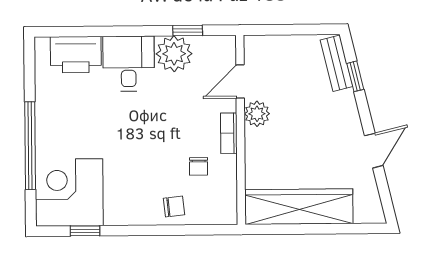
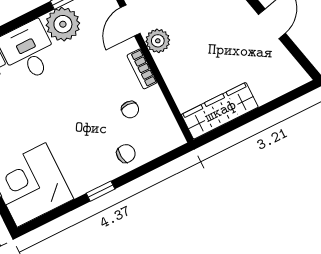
wardrobe: (299, 207) -> (220, 111), width x0.71, depth x0.85
window: (85, 231) -> (101, 191), moved

